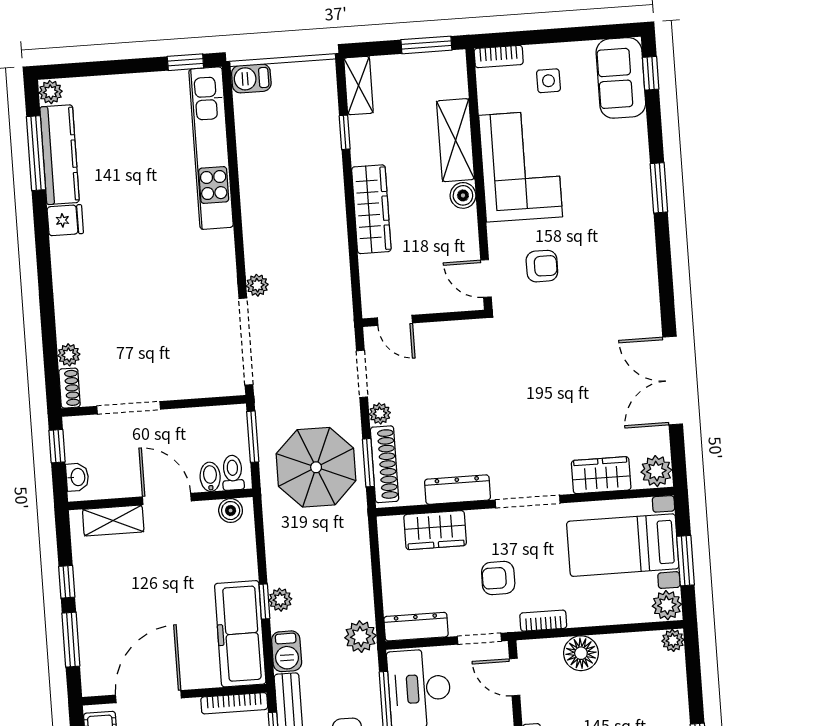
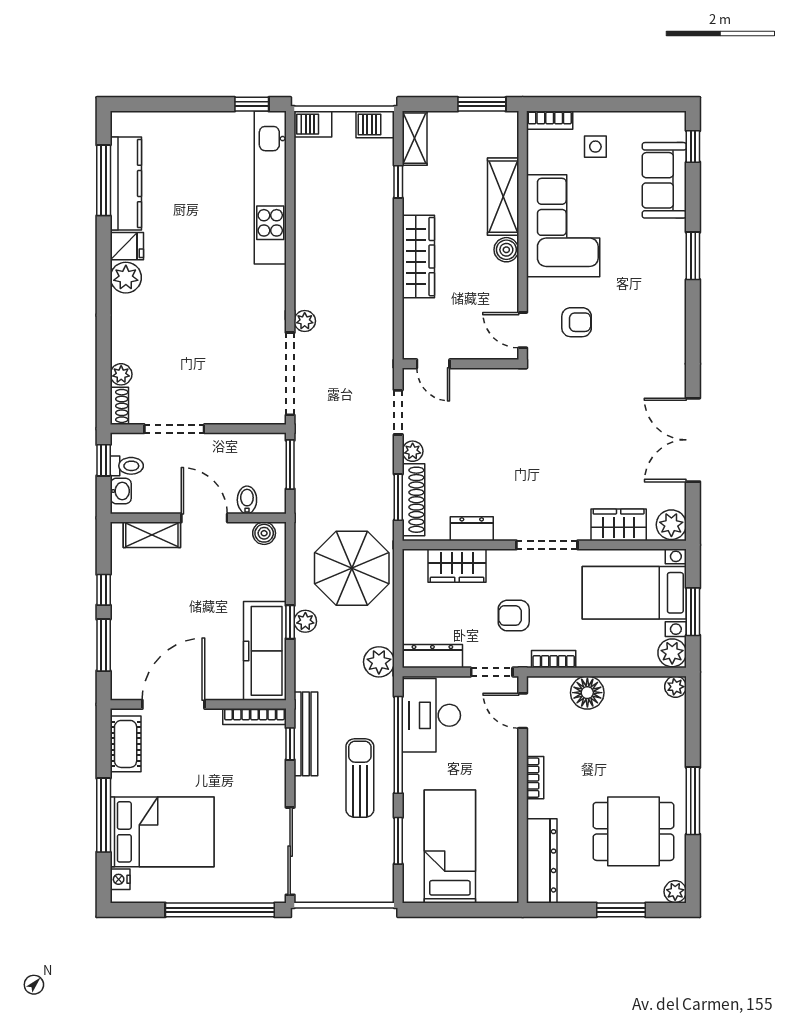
sofa: (621, 78) -> (664, 180), moved
plant: (51, 92) -> (126, 278), moved, width x1.38, depth x1.38
parasol: (316, 467) -> (352, 568), moved
toilet: (233, 473) -> (127, 466), moved, turned 90
dresser: (457, 490) -> (472, 529), width x0.70
barbecue: (287, 651) -> (375, 124), moved, turned 90

